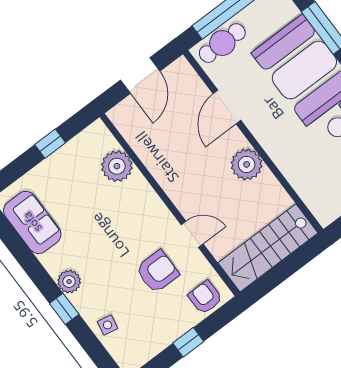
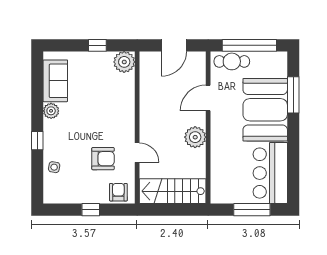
plant: (117, 166) -> (124, 62), moved
plant: (69, 282) -> (51, 111), moved

